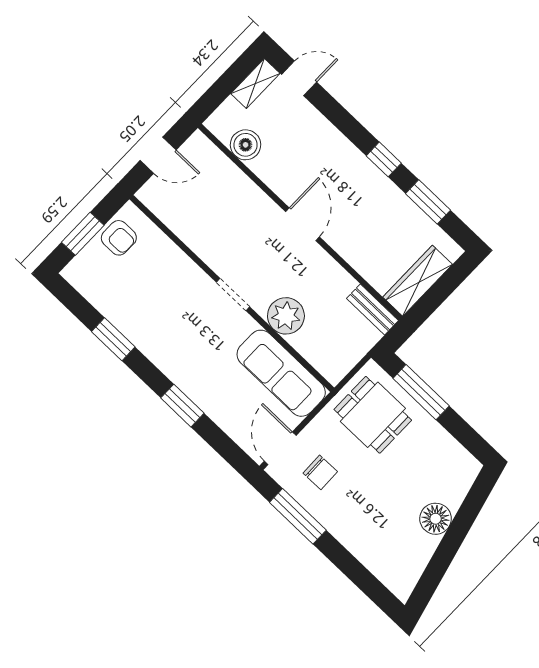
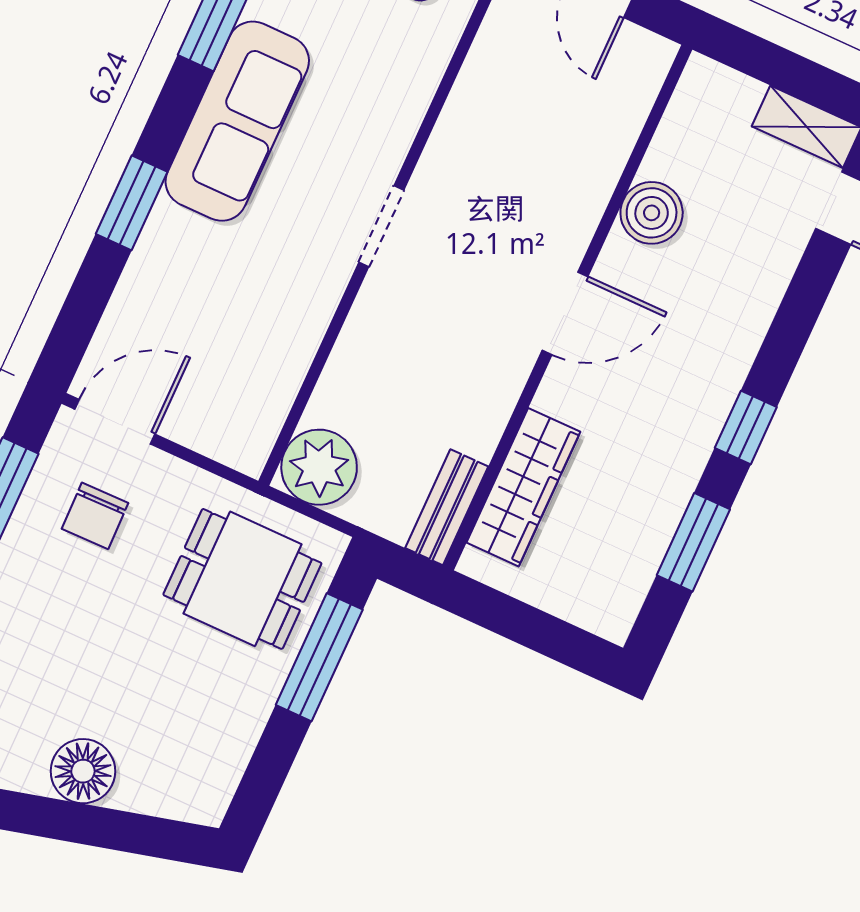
boiler: (246, 145) -> (652, 213), moved
wardrobe: (418, 281) -> (523, 487), moved, turned 90
plant: (286, 316) -> (319, 467), moved
sofa: (281, 373) -> (237, 121), moved, turned 180
dining table: (373, 415) -> (242, 579), turned 90

